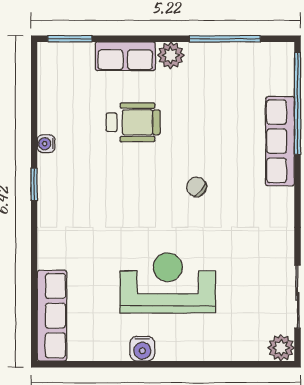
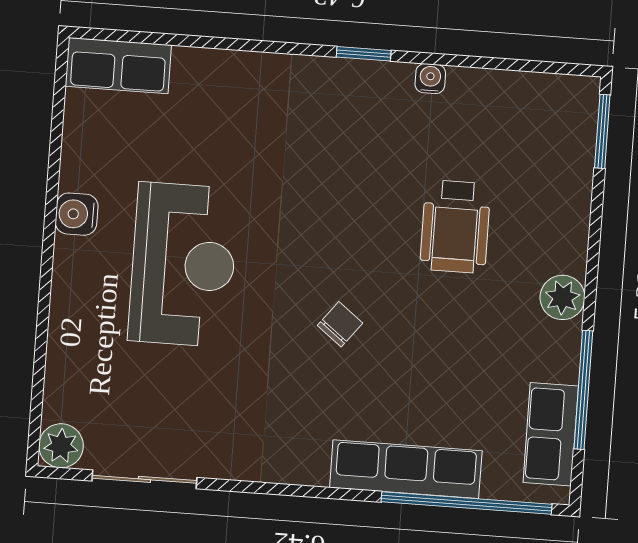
row of seats: (125, 56) -> (551, 434), moved
row of seats: (52, 316) -> (118, 66), width x0.68

